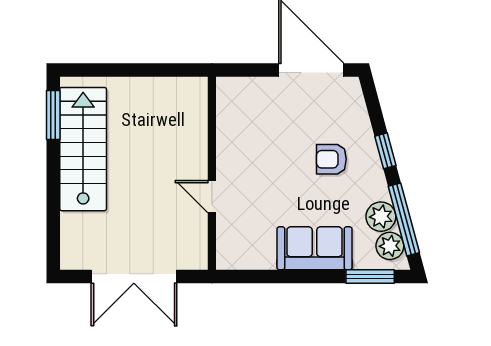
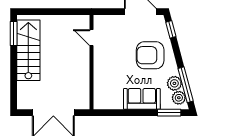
window: (385, 151) -> (171, 29), moved
armchair: (331, 159) -> (150, 55), width x1.88, depth x1.88
door: (212, 197) -> (92, 38), moved

